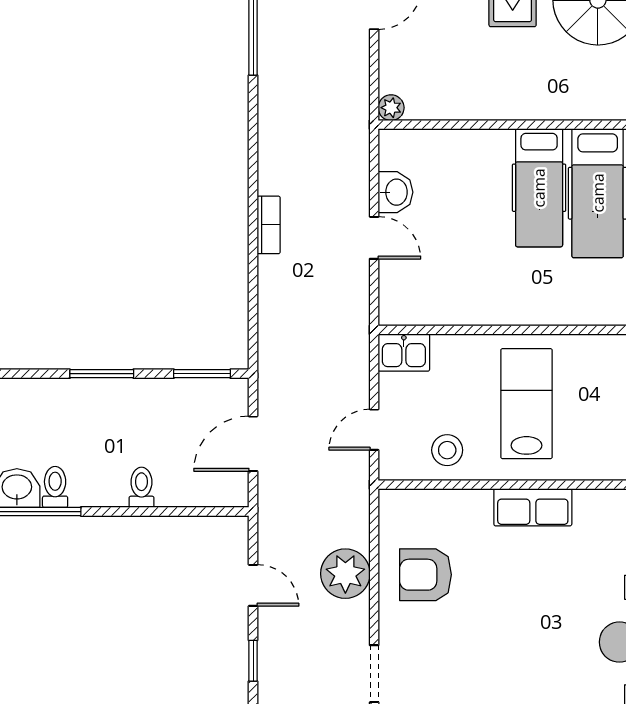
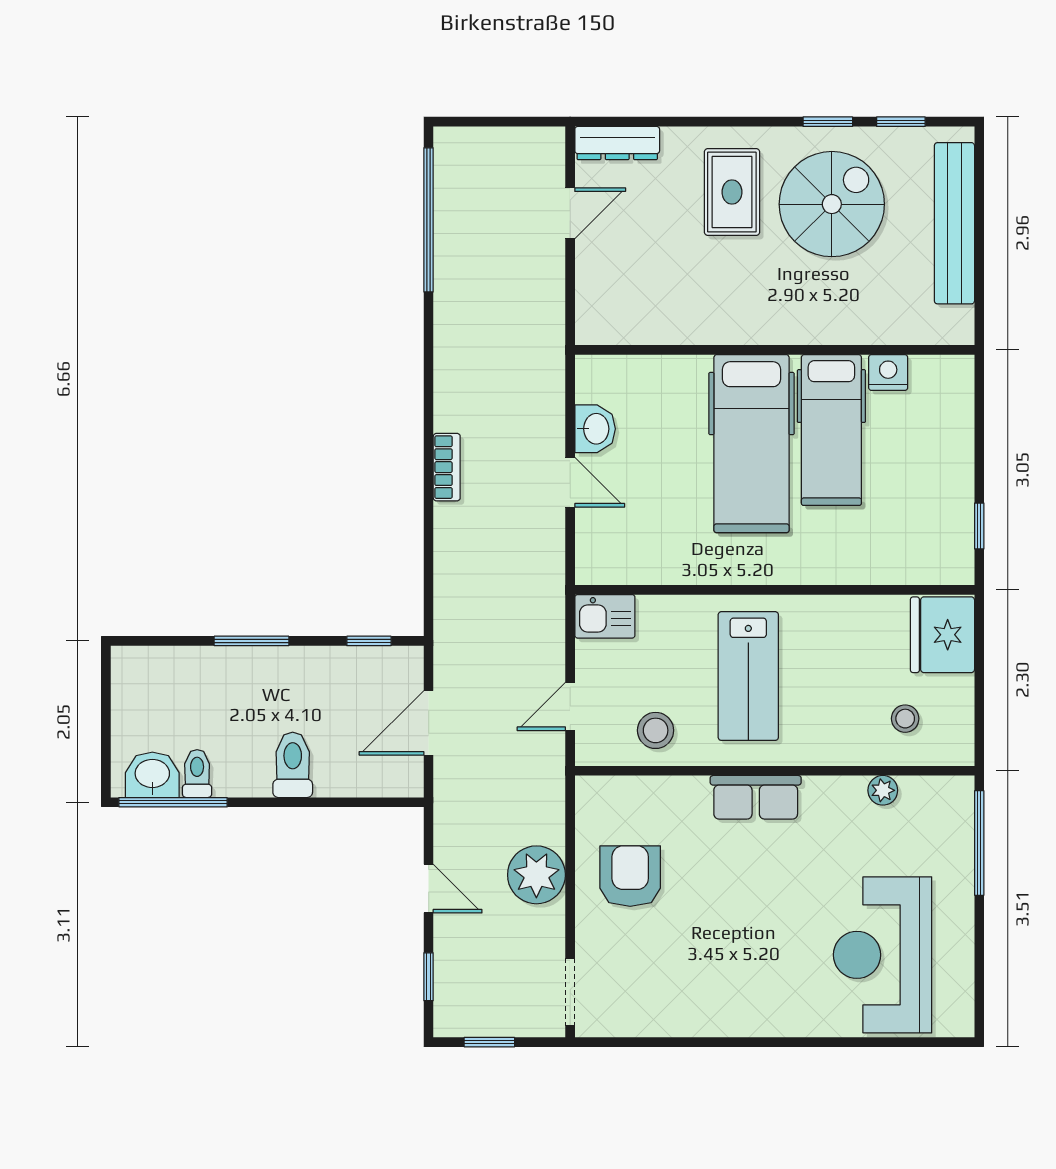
plant: (391, 108) -> (590, 330), removed
hospital bed: (539, 188) -> (751, 444), width x1.37, depth x1.29
window: (202, 374) -> (369, 641), width x0.67
lab bench: (526, 404) -> (748, 676), turned 180
toilet: (141, 487) -> (293, 765), width x1.37, depth x1.39
armchair: (425, 575) -> (630, 876), turned 90

